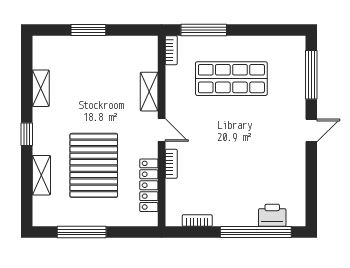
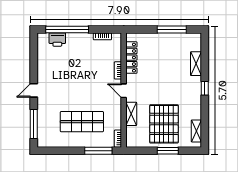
shelving: (41, 88) -> (196, 131), moved
pallet: (94, 165) -> (164, 124), moved

